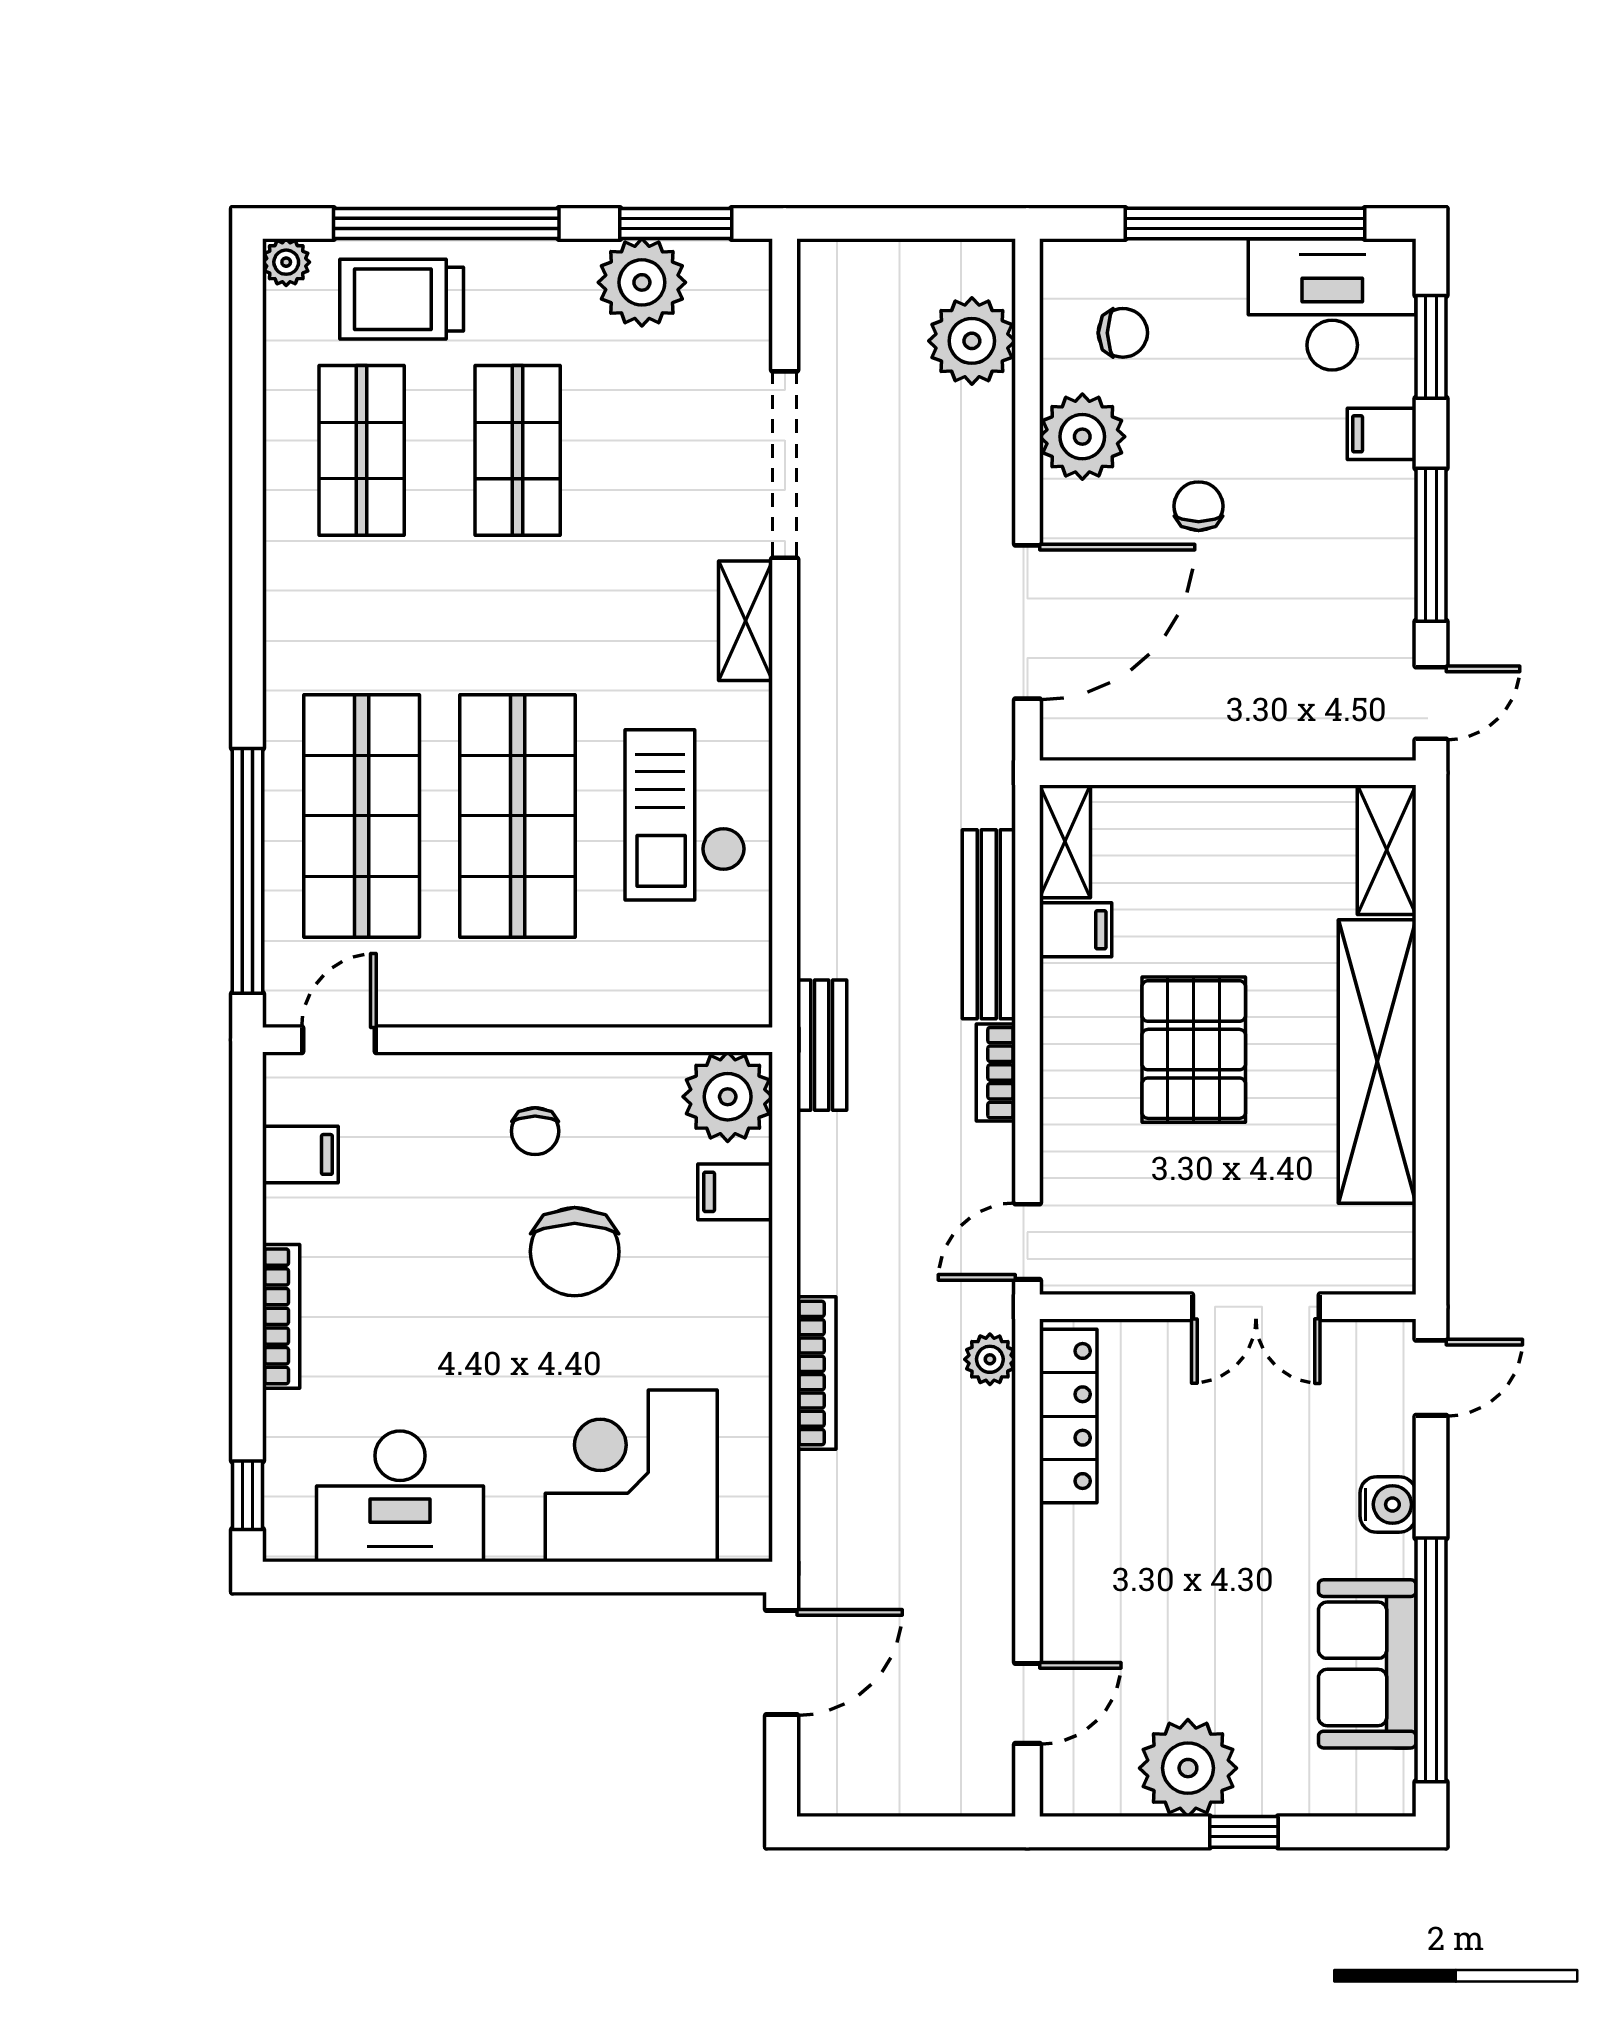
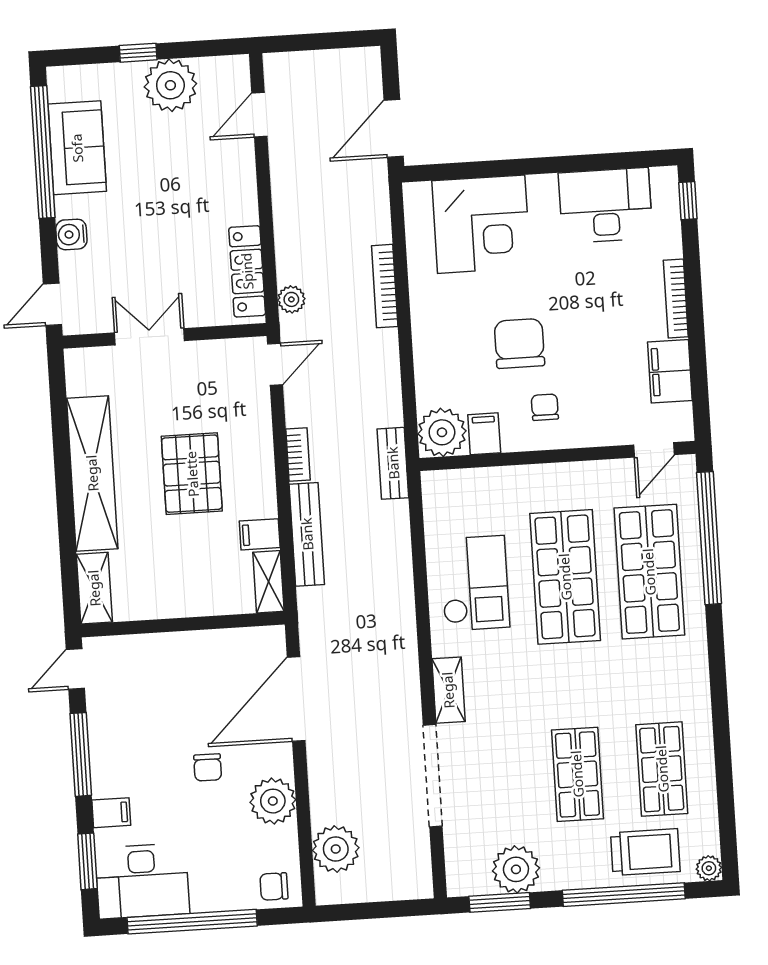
chair: (1123, 333) -> (274, 887), moved
filing cabinet: (300, 1154) -> (670, 371), width x2.00
filing cabinet: (735, 1192) -> (484, 434), moved, turned -90

